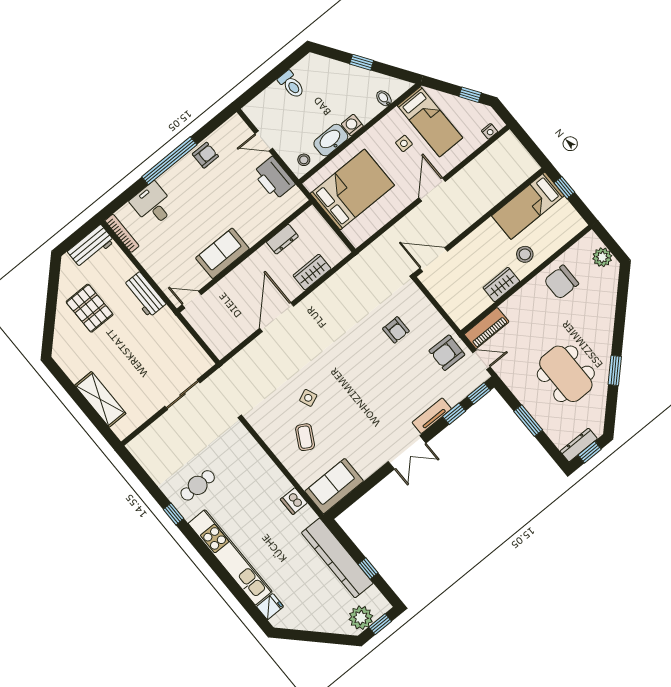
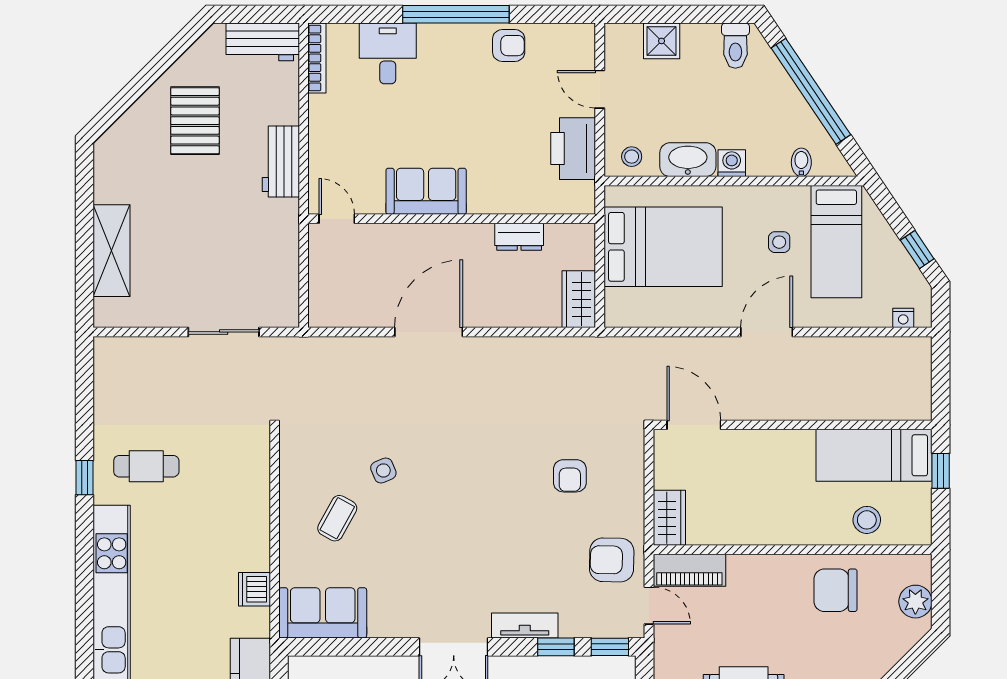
window: (362, 62) -> (811, 91), width x3.17
toilet: (291, 85) -> (735, 46), moved
shower: (274, 95) -> (662, 41), added
stool: (525, 254) -> (867, 520), moved
wardrobe: (312, 272) -> (579, 299), moved, turned -90
wardrobe: (501, 285) -> (669, 518), moved, turned 90

